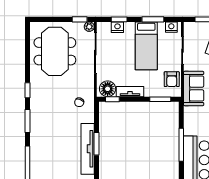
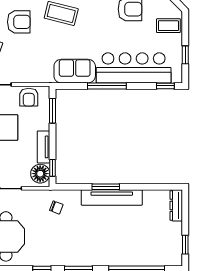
armchair: (172, 79) -> (29, 97), turned 90
sofa: (194, 89) -> (75, 71), moved

